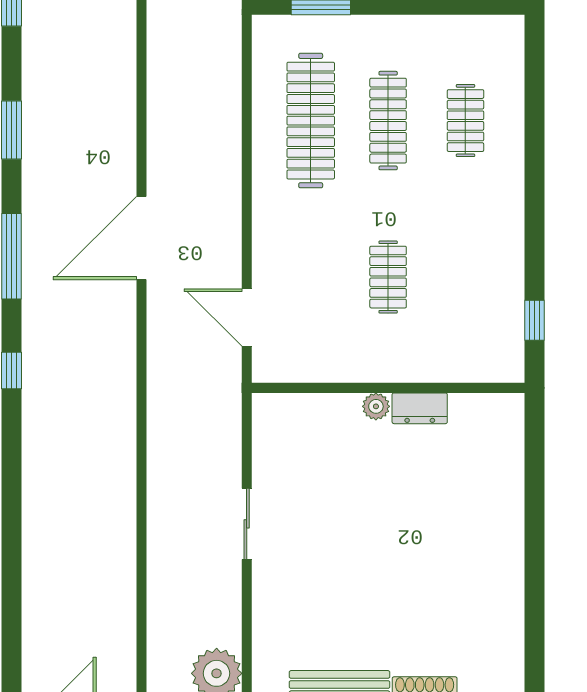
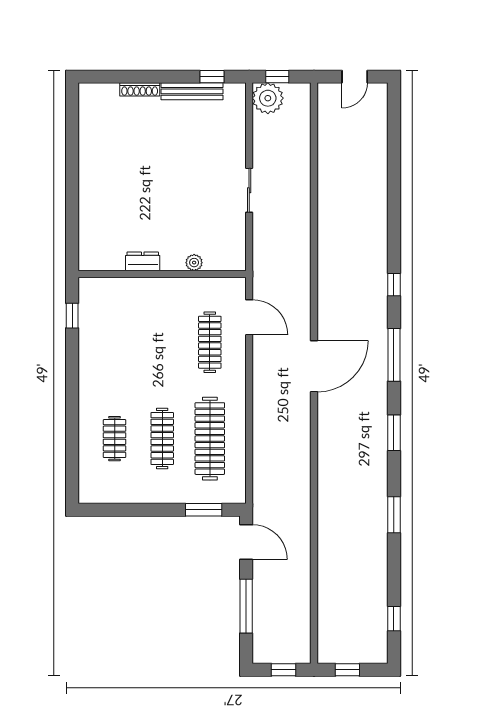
clothes rail: (388, 277) -> (210, 342), moved, width x1.36
plant: (376, 406) -> (194, 263), moved

